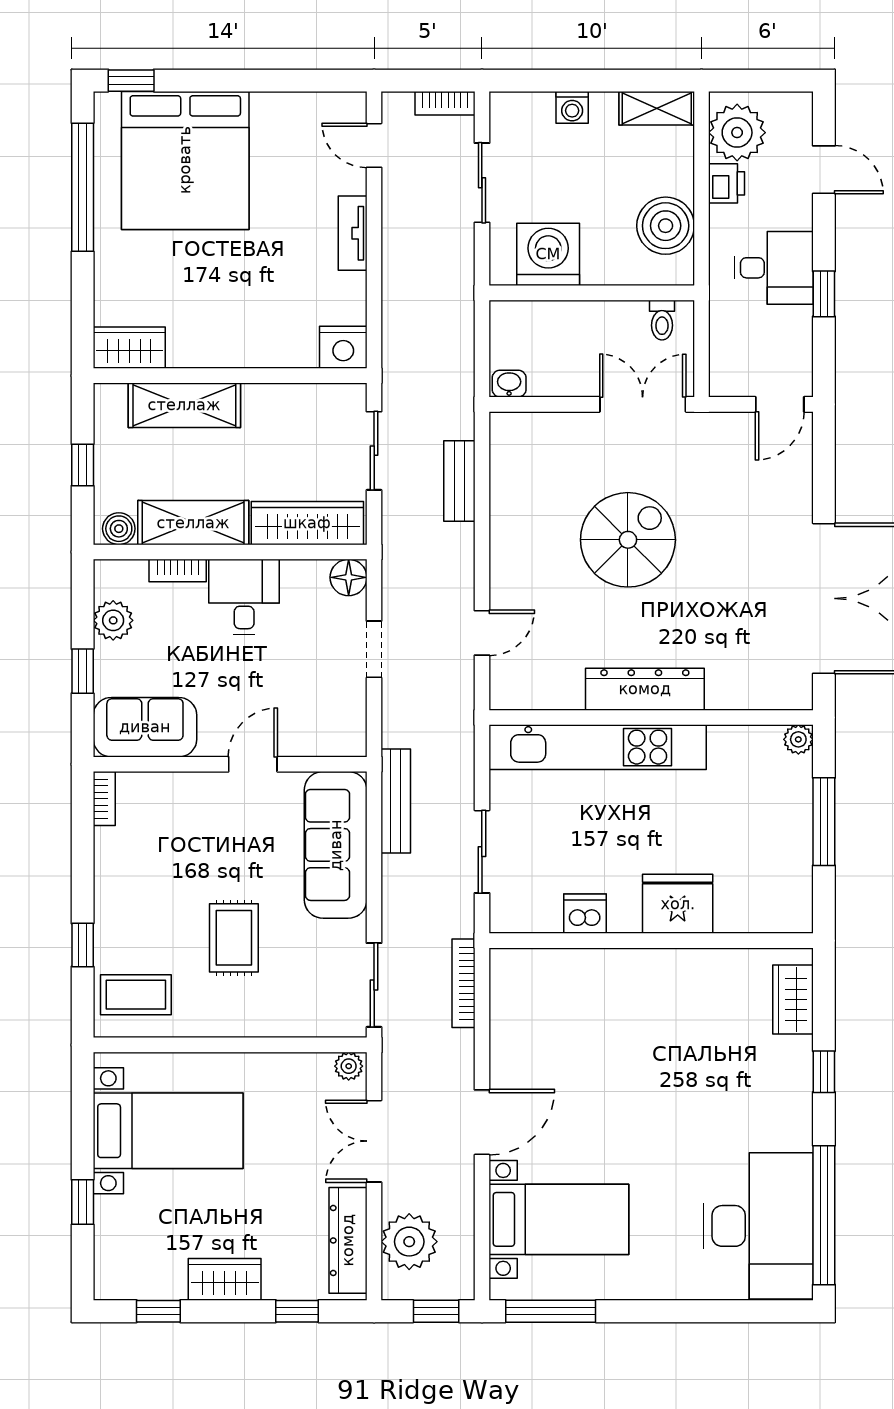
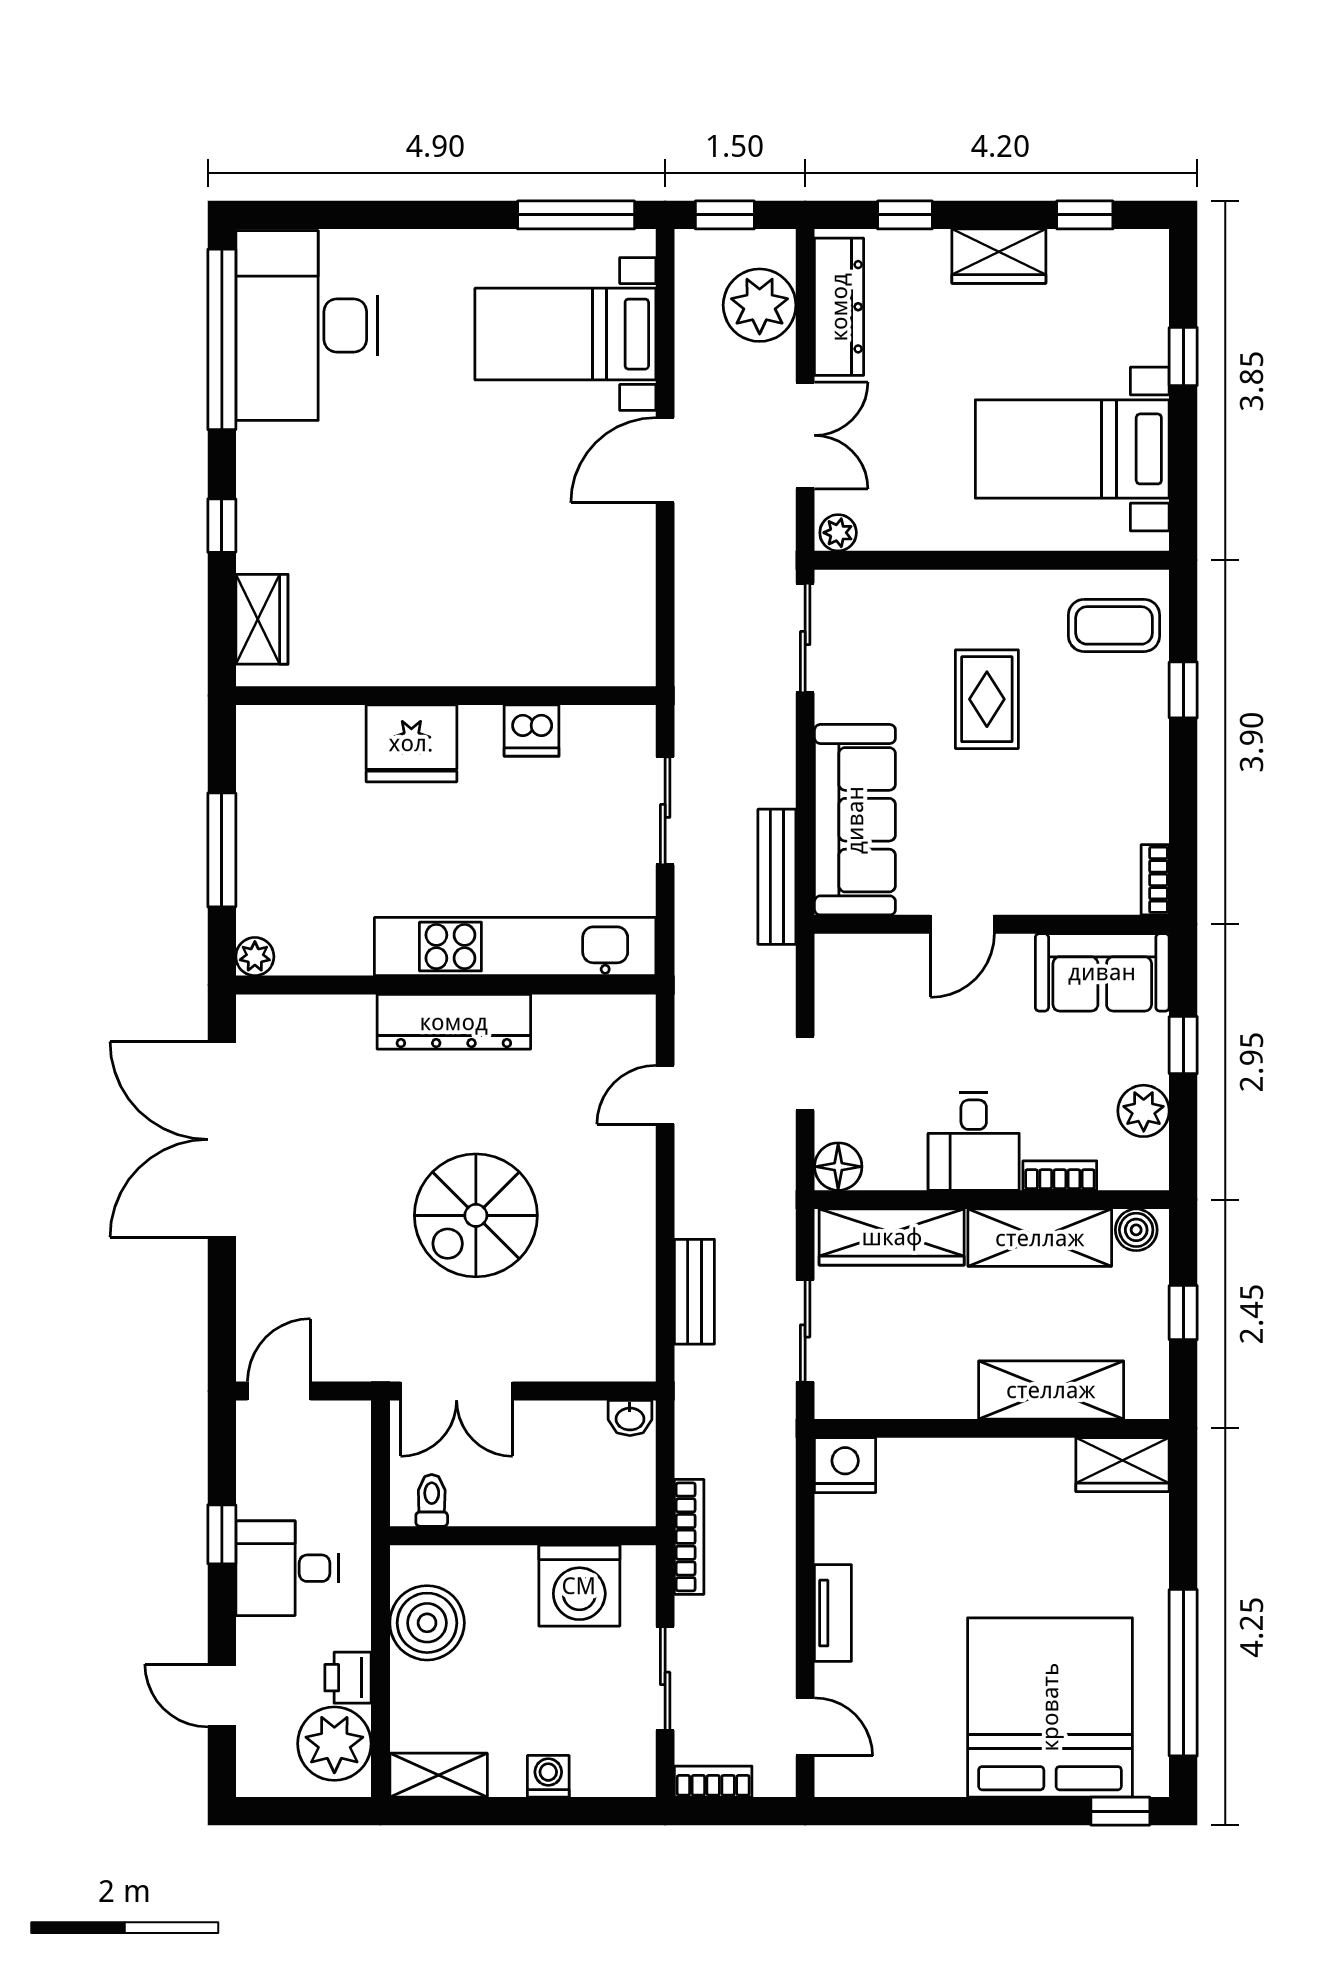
bookcase: (463, 983) -> (689, 1537), moved

